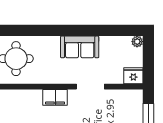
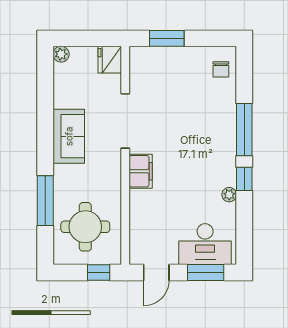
window: (34, 30) -> (45, 201), added
doorway: (90, 87) -> (125, 121), width x1.36

